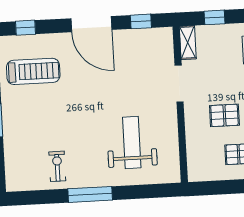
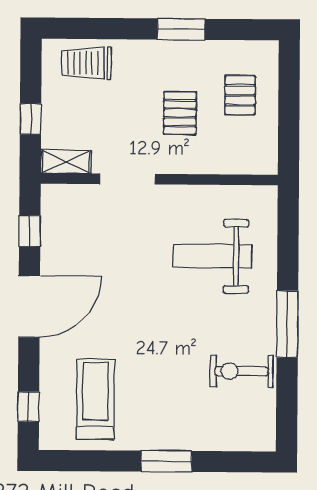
exercise bike: (57, 166) -> (242, 371), width x1.38, depth x1.39

